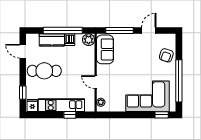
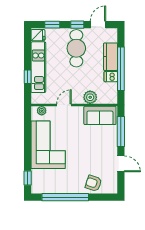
plant: (89, 40) -> (90, 97), moved
window: (23, 70) -> (77, 25), added
corner sofa: (147, 96) -> (48, 145), moved

